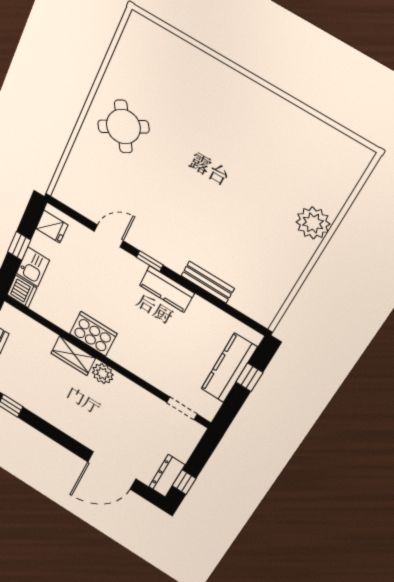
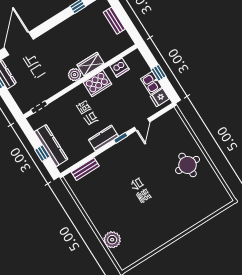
round table: (123, 127) -> (188, 165), turned 31
plant: (313, 223) -> (112, 240), moved
kitchen sink: (33, 267) -> (151, 83), moved
bench: (208, 282) -> (85, 169), moved
dishwasher: (22, 291) -> (119, 68), moved, turned -90

